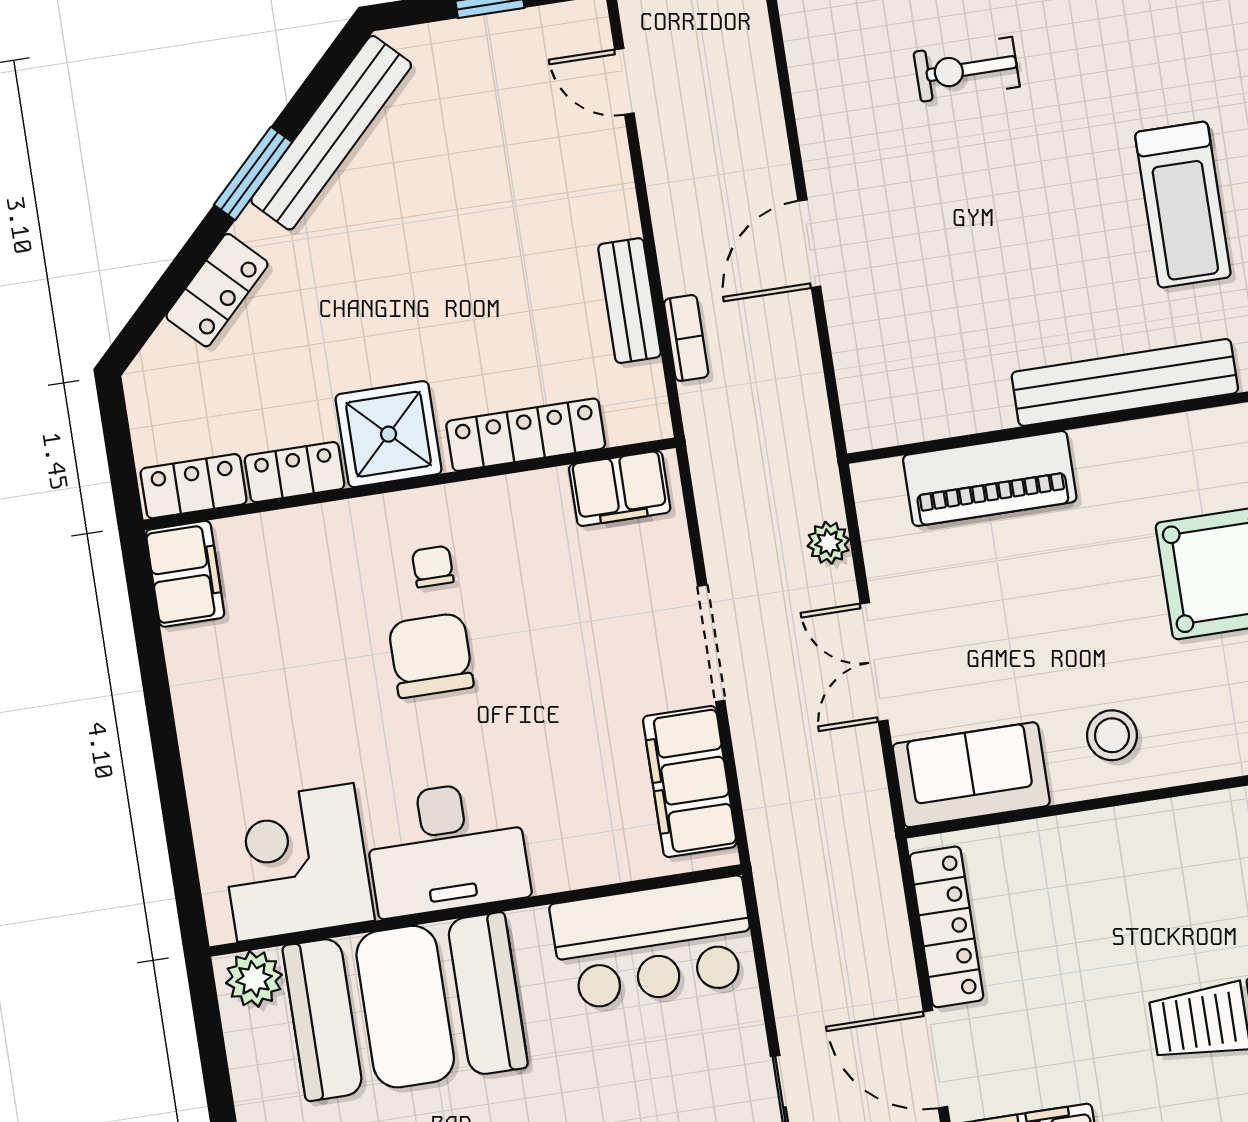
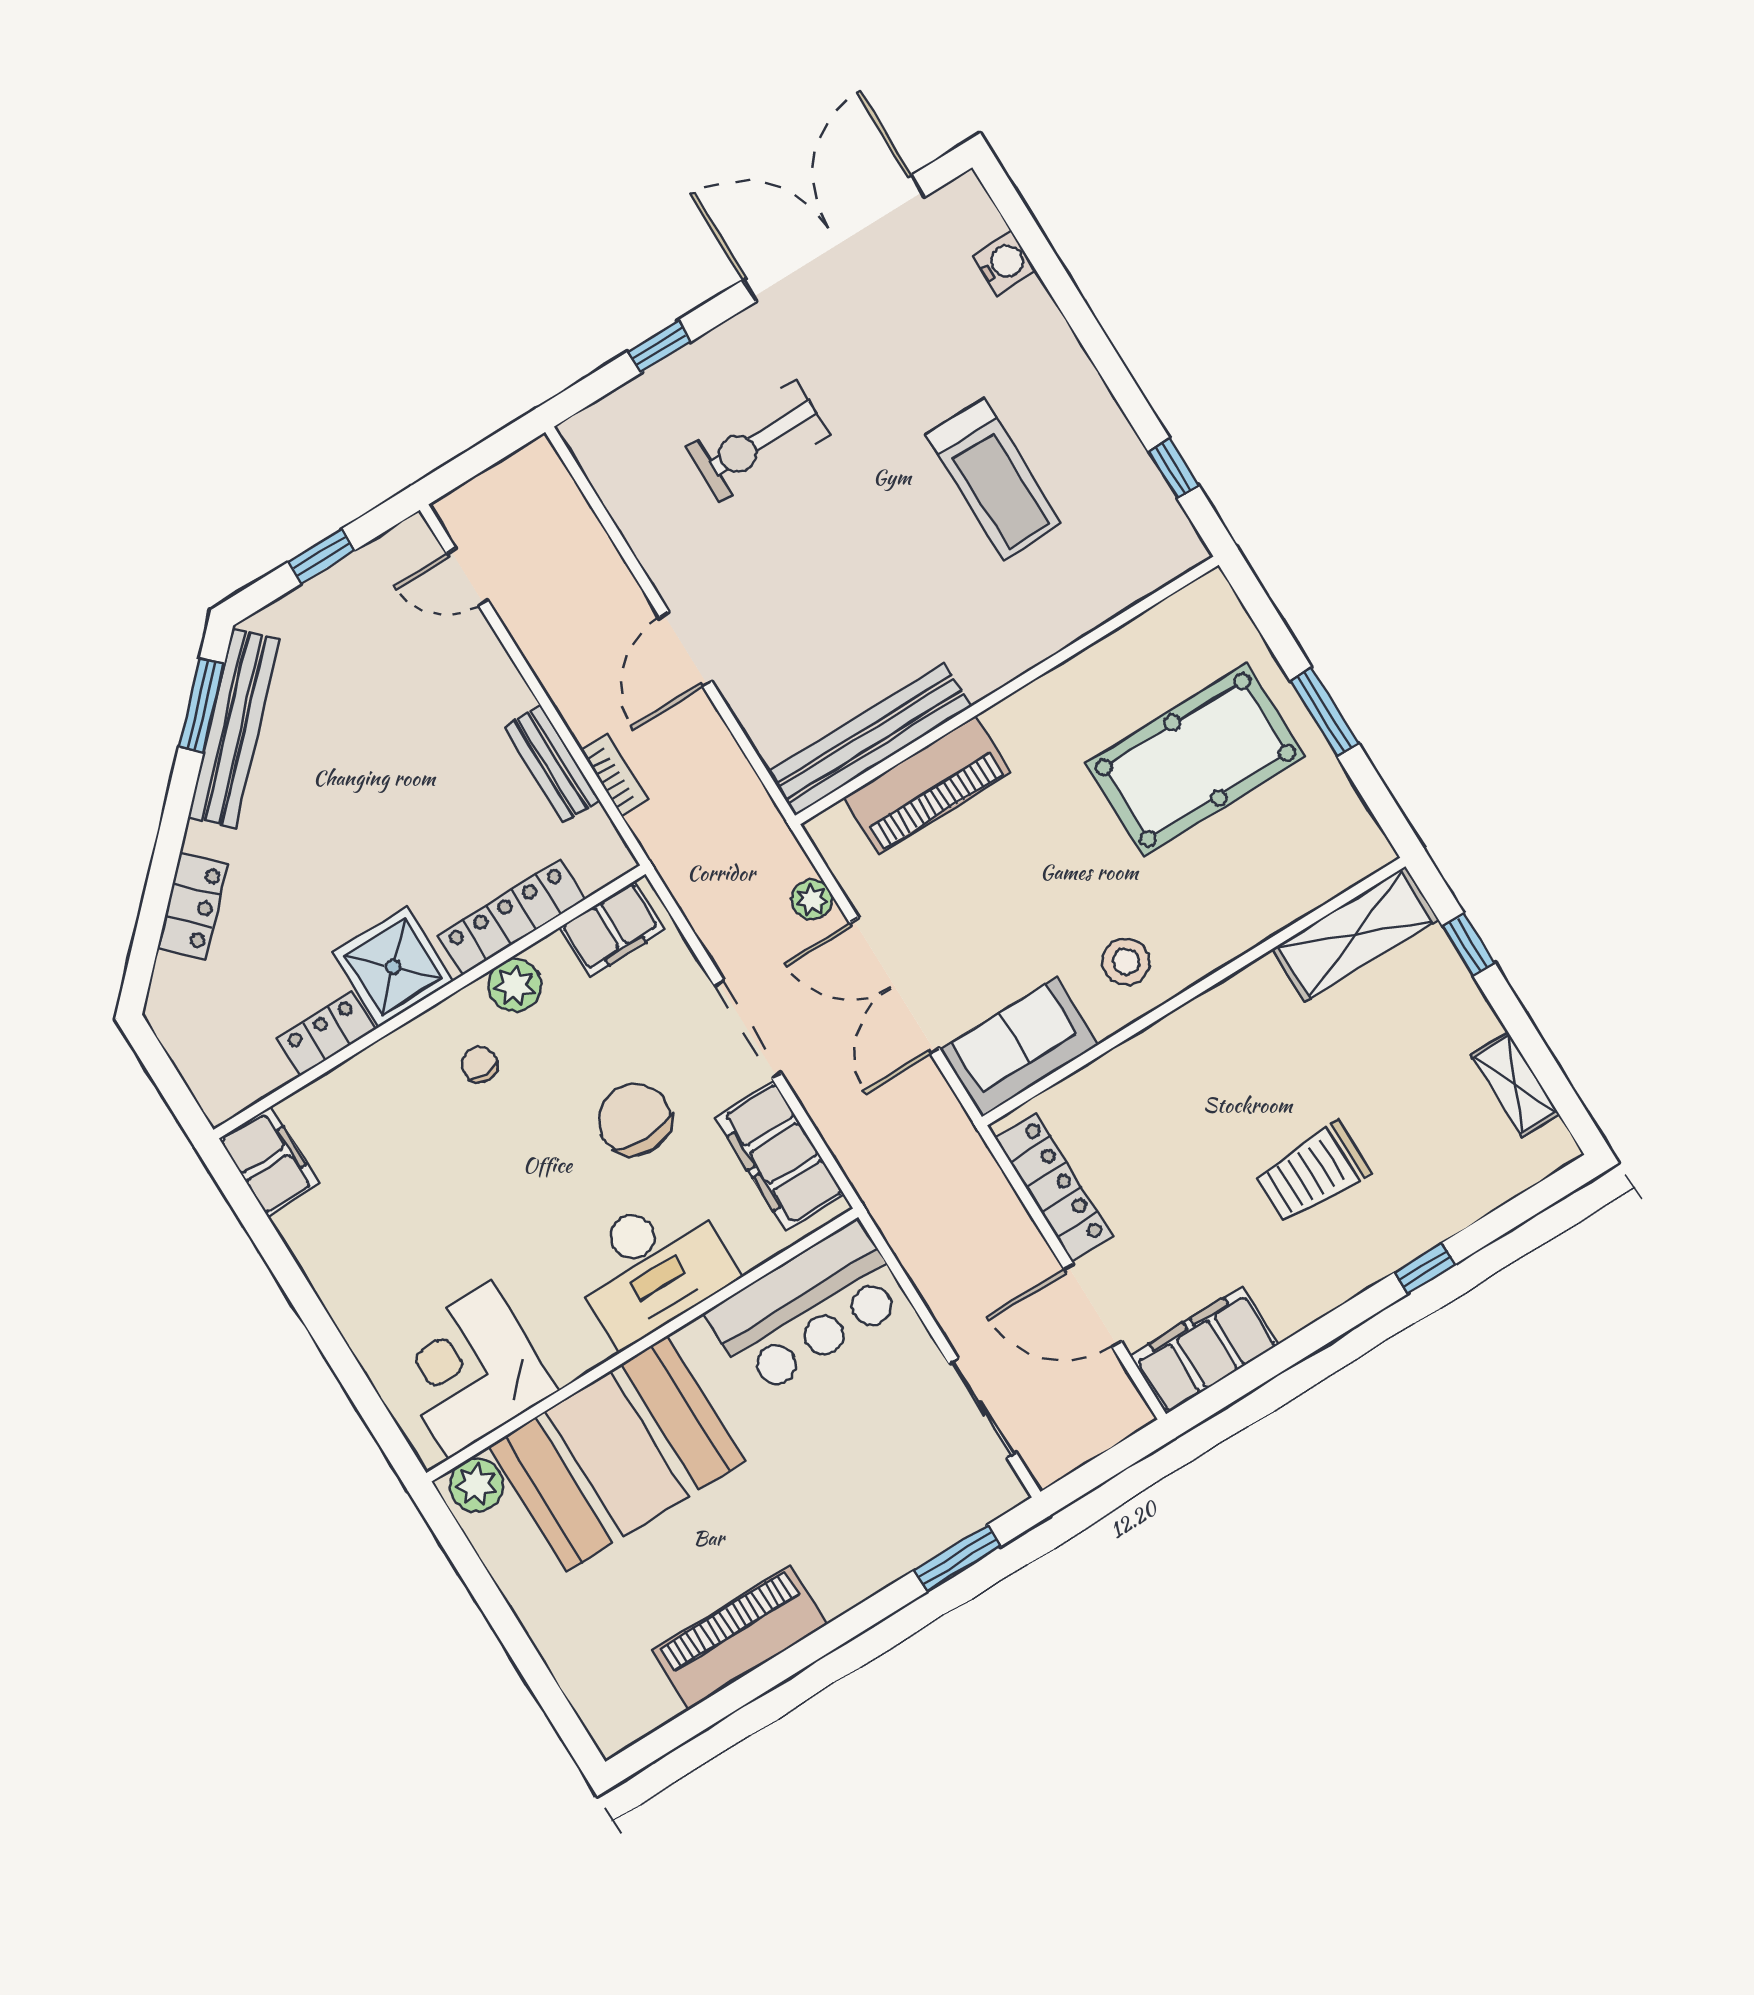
exercise bike: (967, 69) -> (758, 441), width x1.38, depth x1.39
window: (253, 173) -> (202, 706), moved
bench: (1125, 383) -> (870, 739), moved
locker: (194, 486) -> (244, 1083), removed
plant: (500, 503) -> (515, 986), added
chair: (431, 655) -> (635, 1120), moved
double door: (874, 662) -> (894, 986), width x1.37
desk: (447, 848) -> (651, 1267), moved

